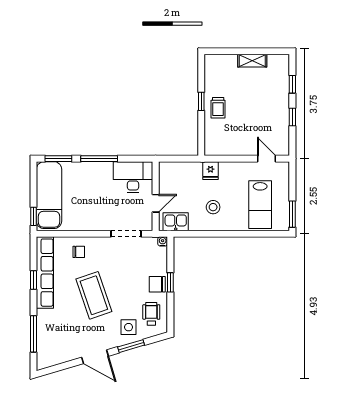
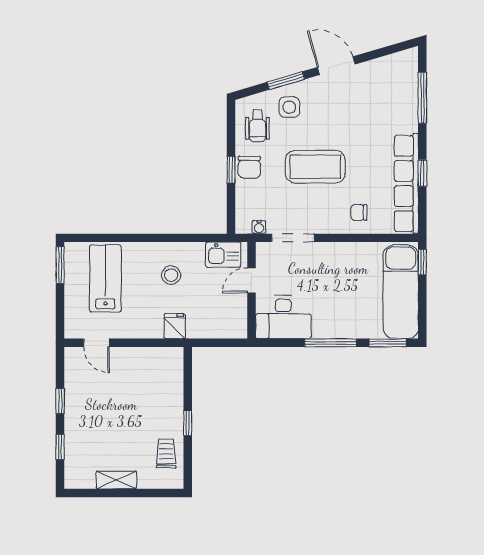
trolley: (218, 108) -> (166, 453), moved
water cooler: (163, 241) -> (259, 227), moved
chair: (157, 284) -> (249, 167), turned 90
coffee table: (94, 295) -> (315, 167), moved, turned -71

